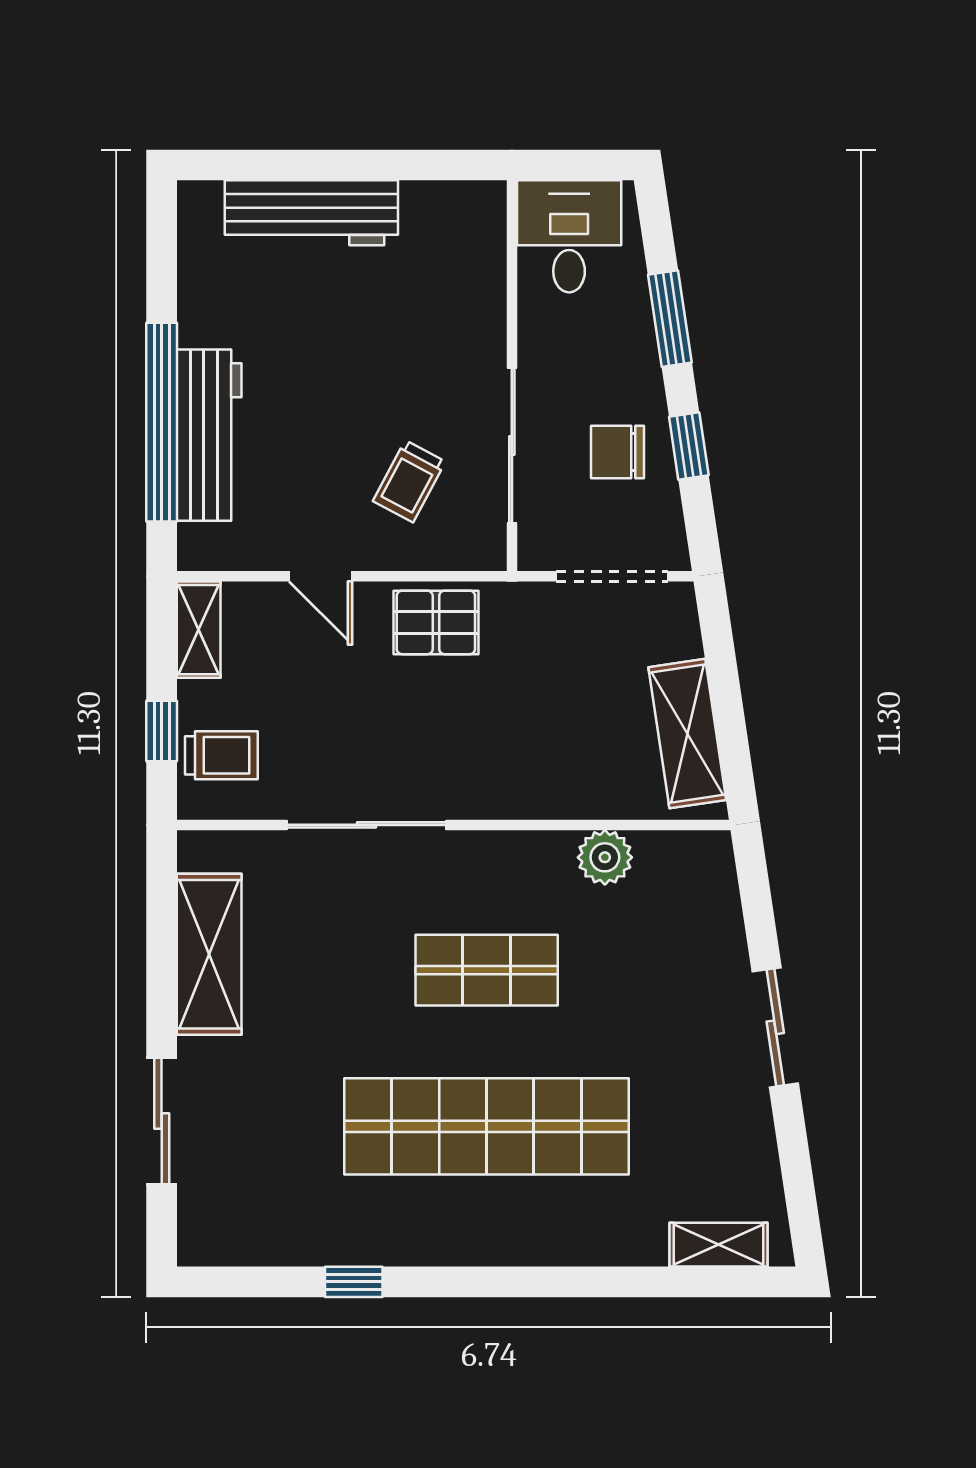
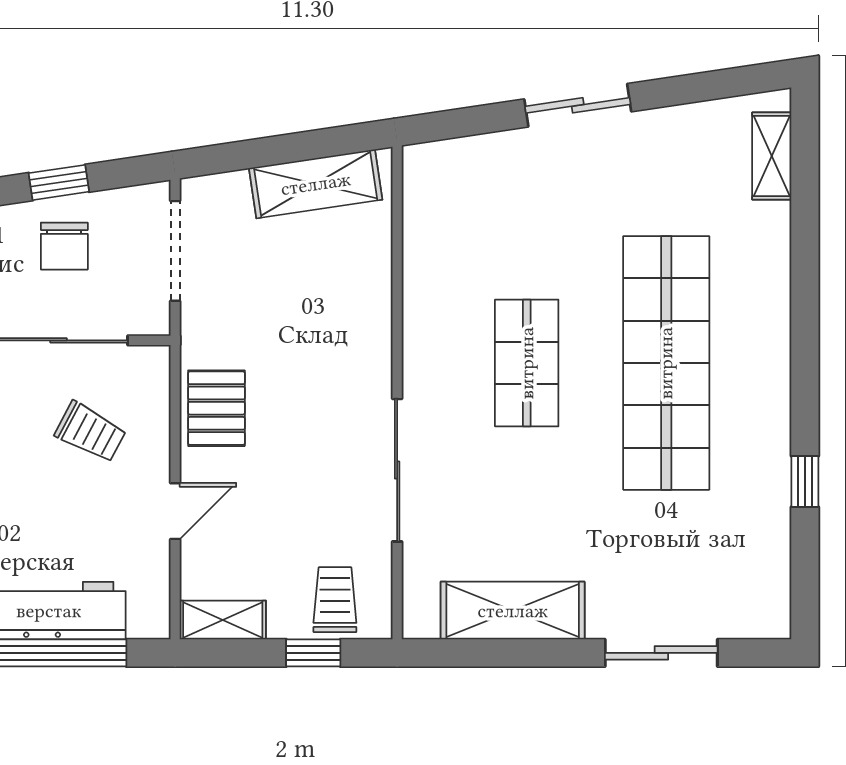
plant: (605, 857) -> (426, 257), removed

